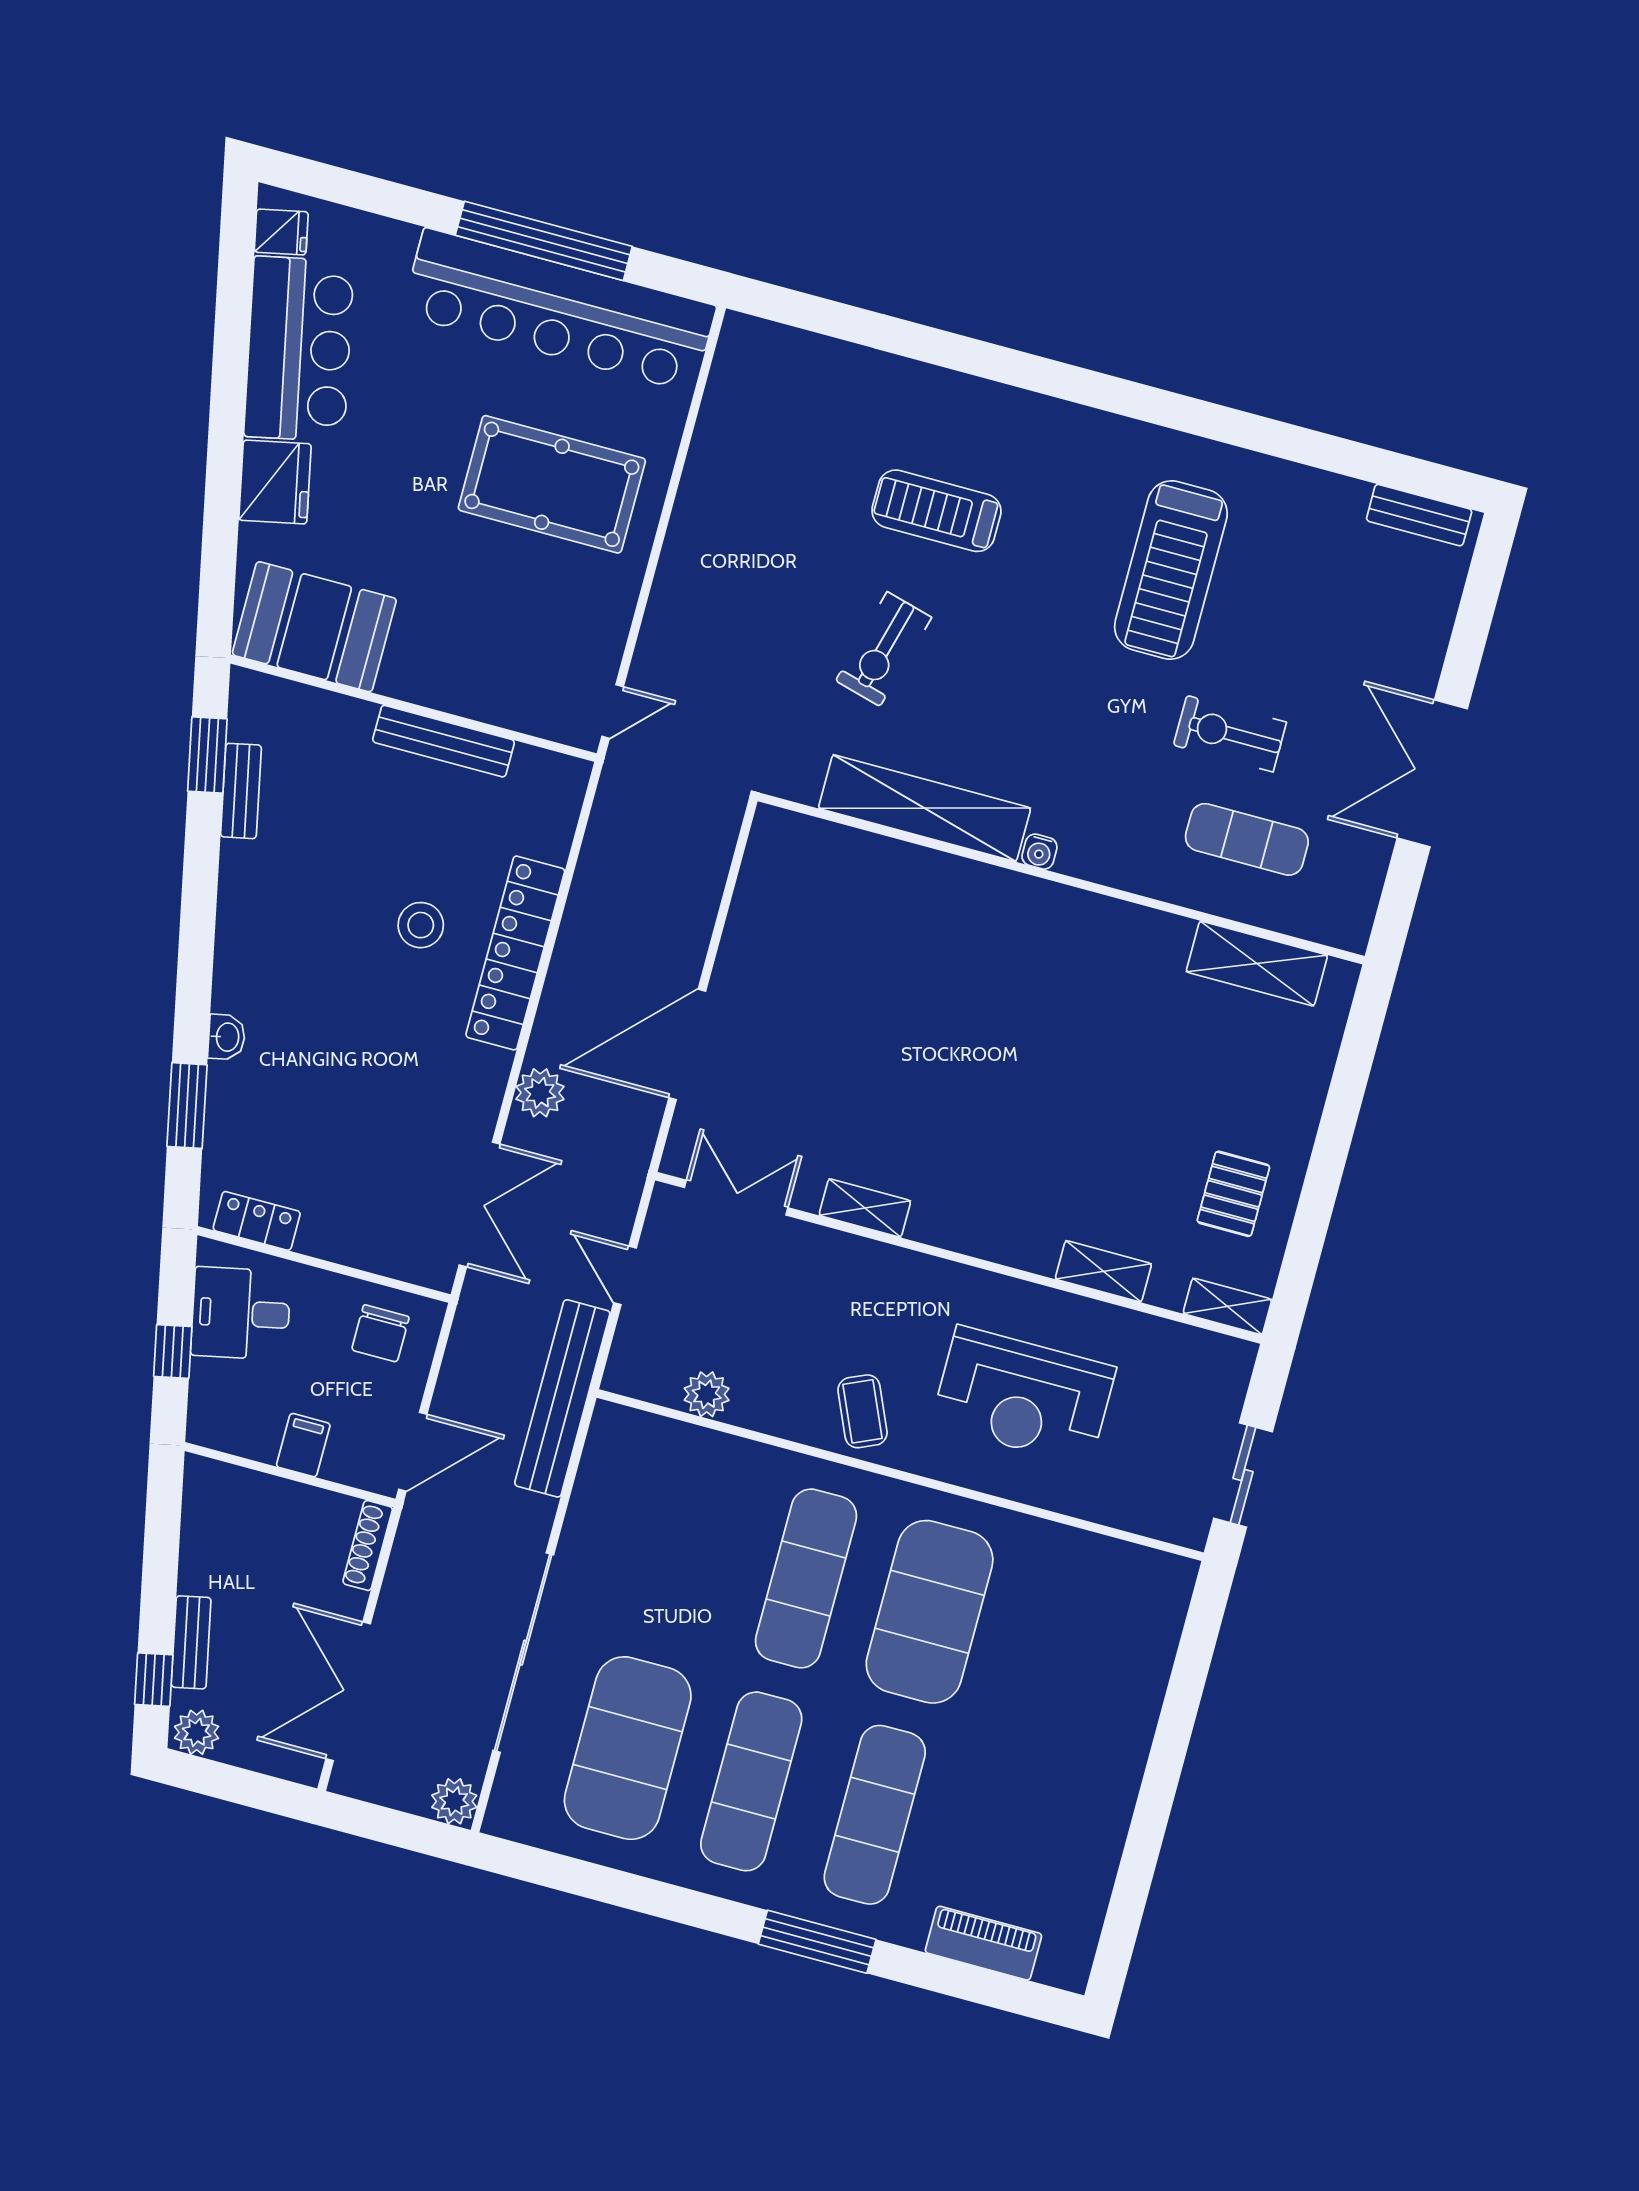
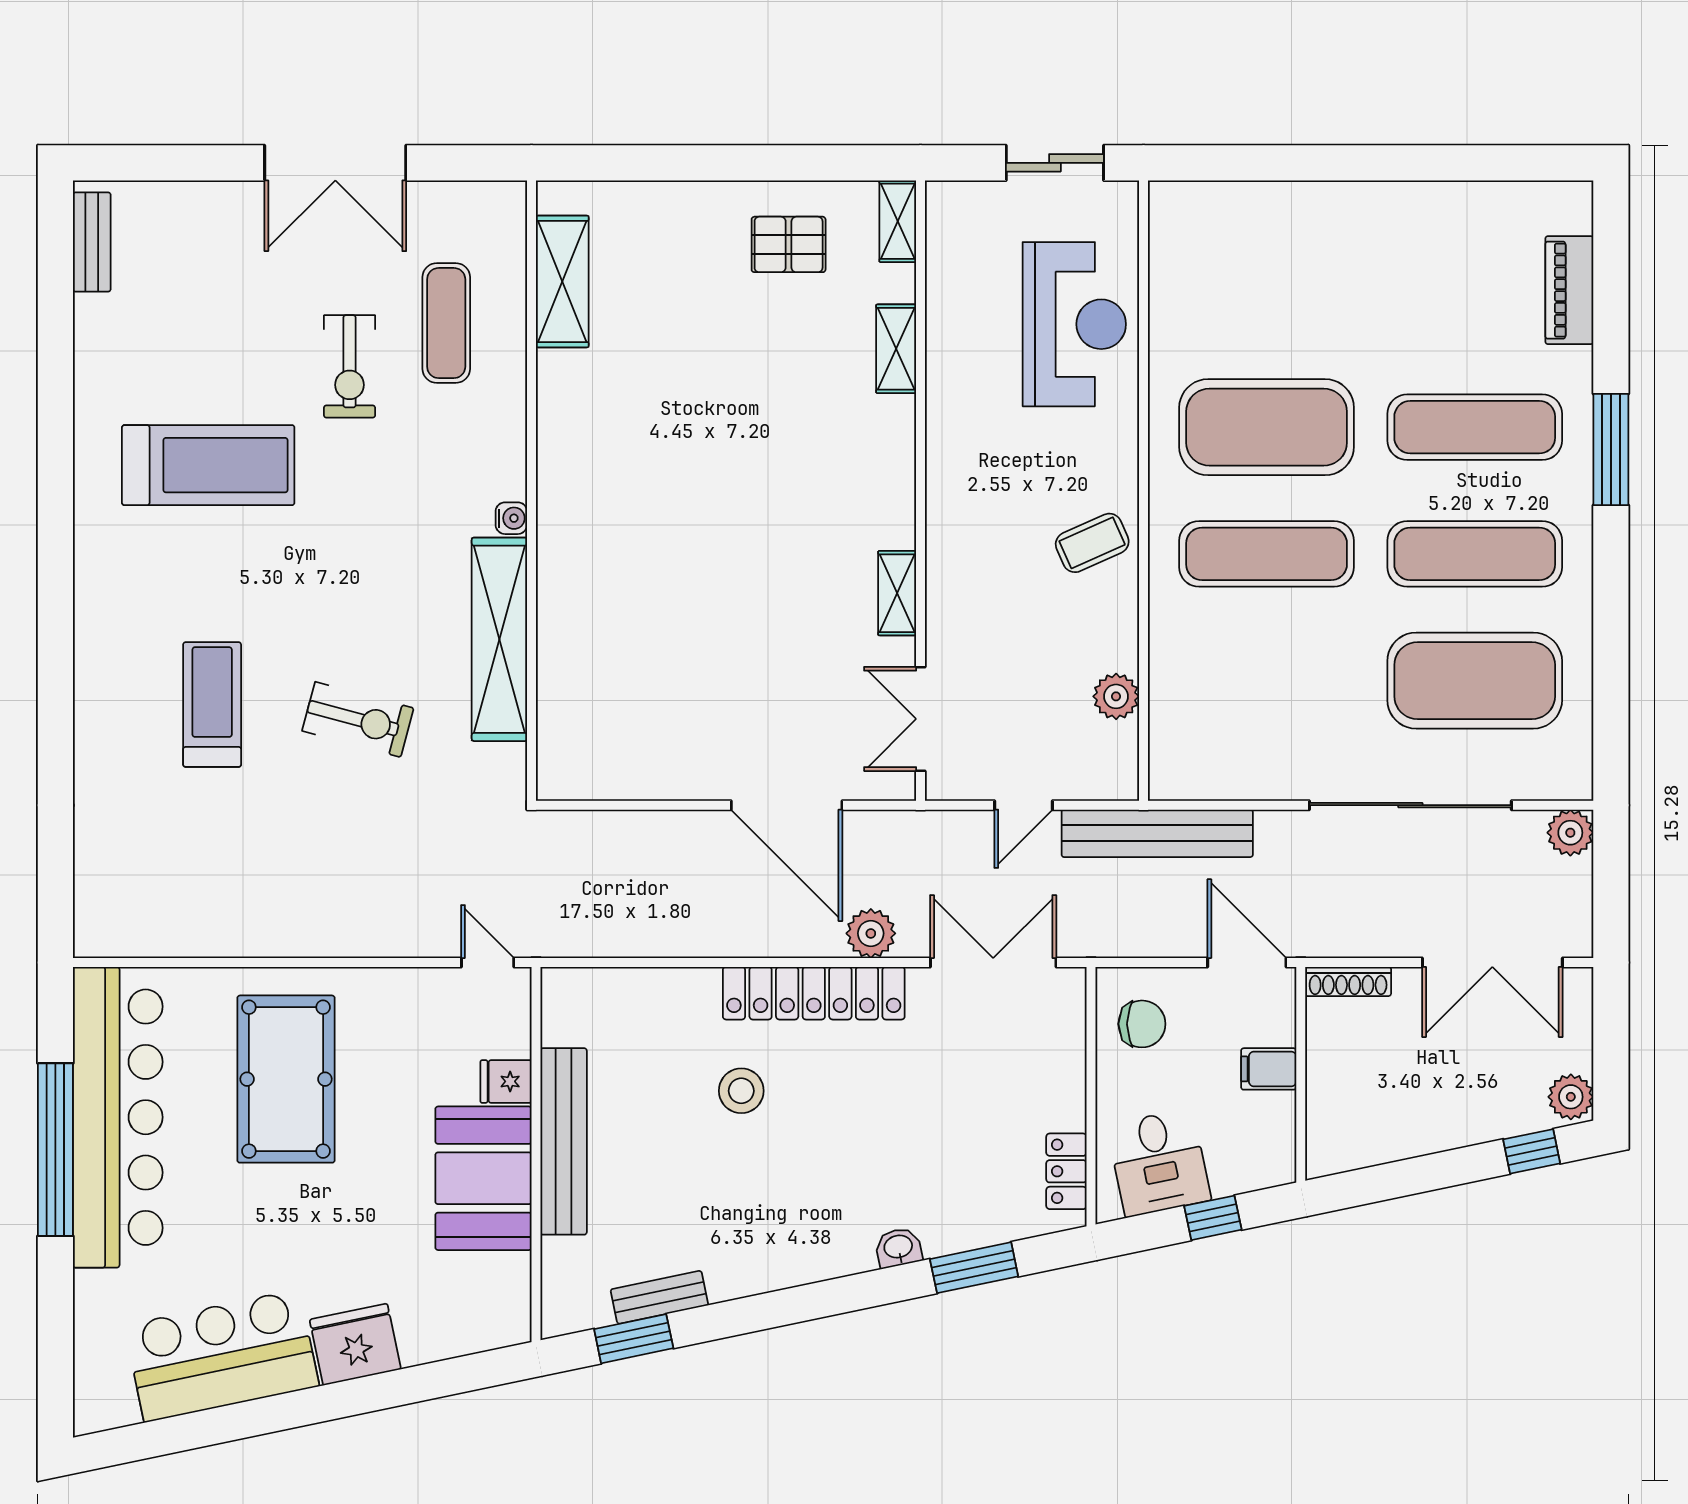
fridge: (281, 232) -> (506, 1081), moved, turned -78
treadmill: (937, 511) -> (212, 705), turned 180
booth: (314, 627) -> (483, 1178), moved
bench: (444, 741) -> (564, 1141), width x1.37, depth x1.21
locker: (515, 953) -> (814, 993), moved
reception desk: (1023, 1396) -> (1074, 324), moved
bench: (191, 1642) -> (1486, 1125), removed

